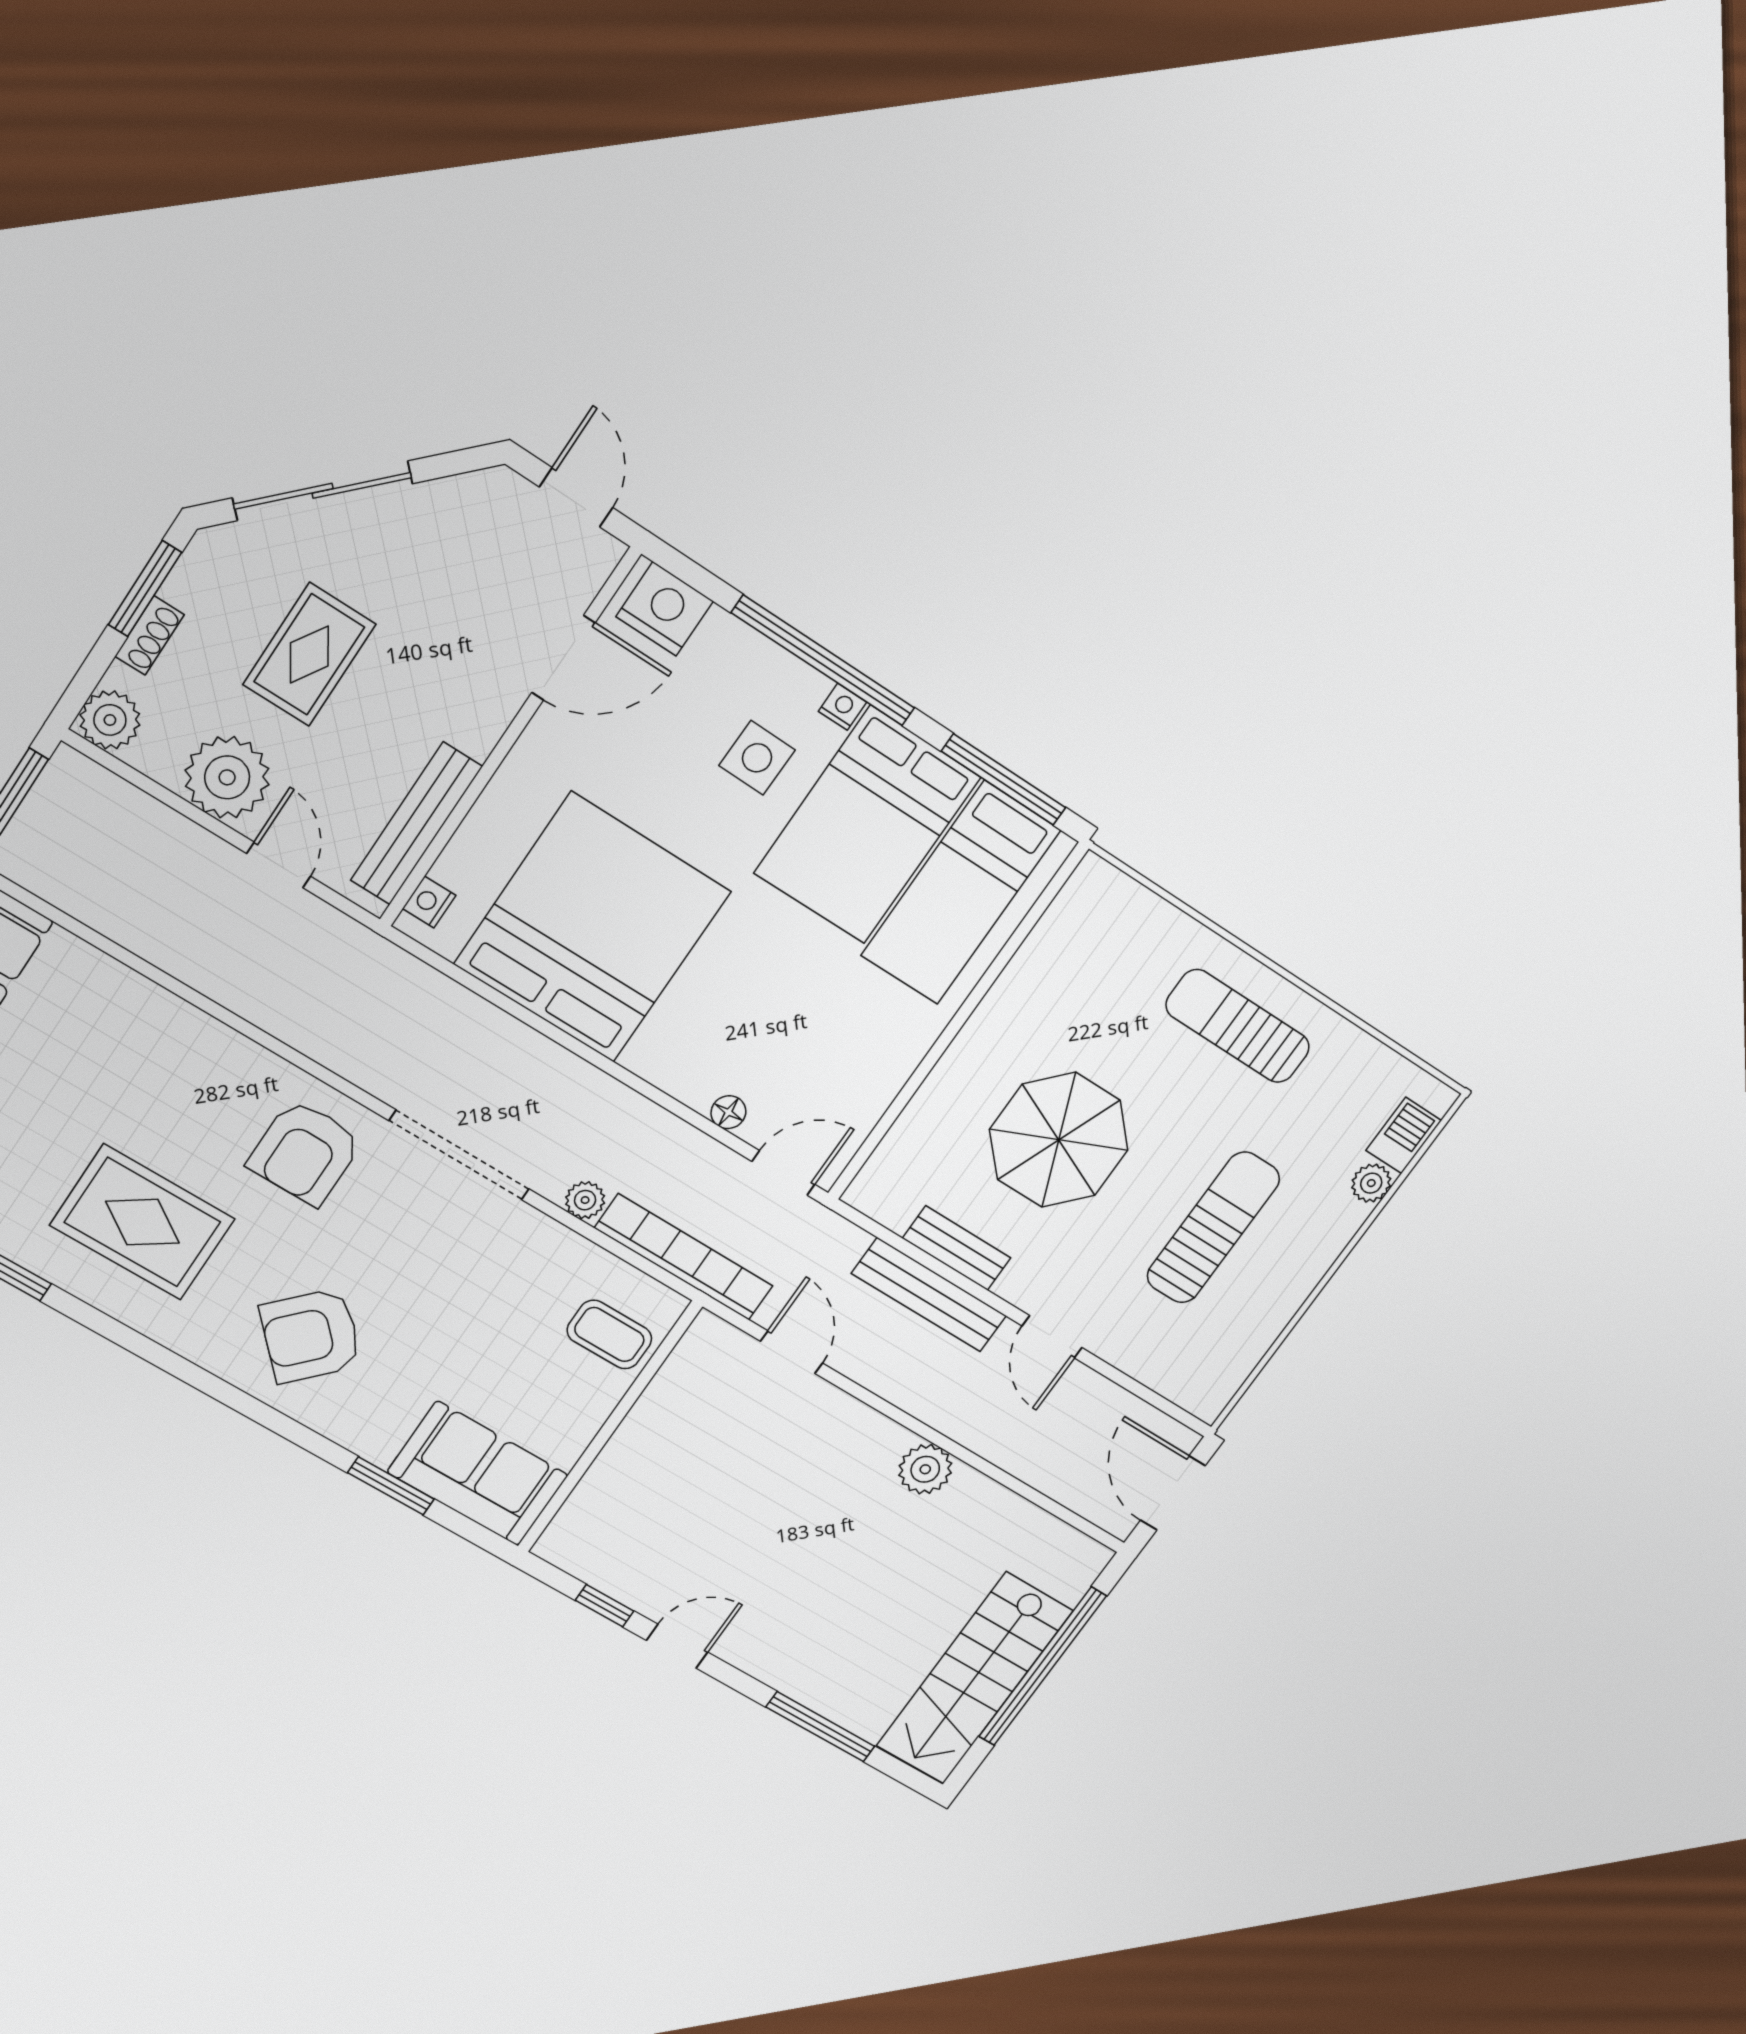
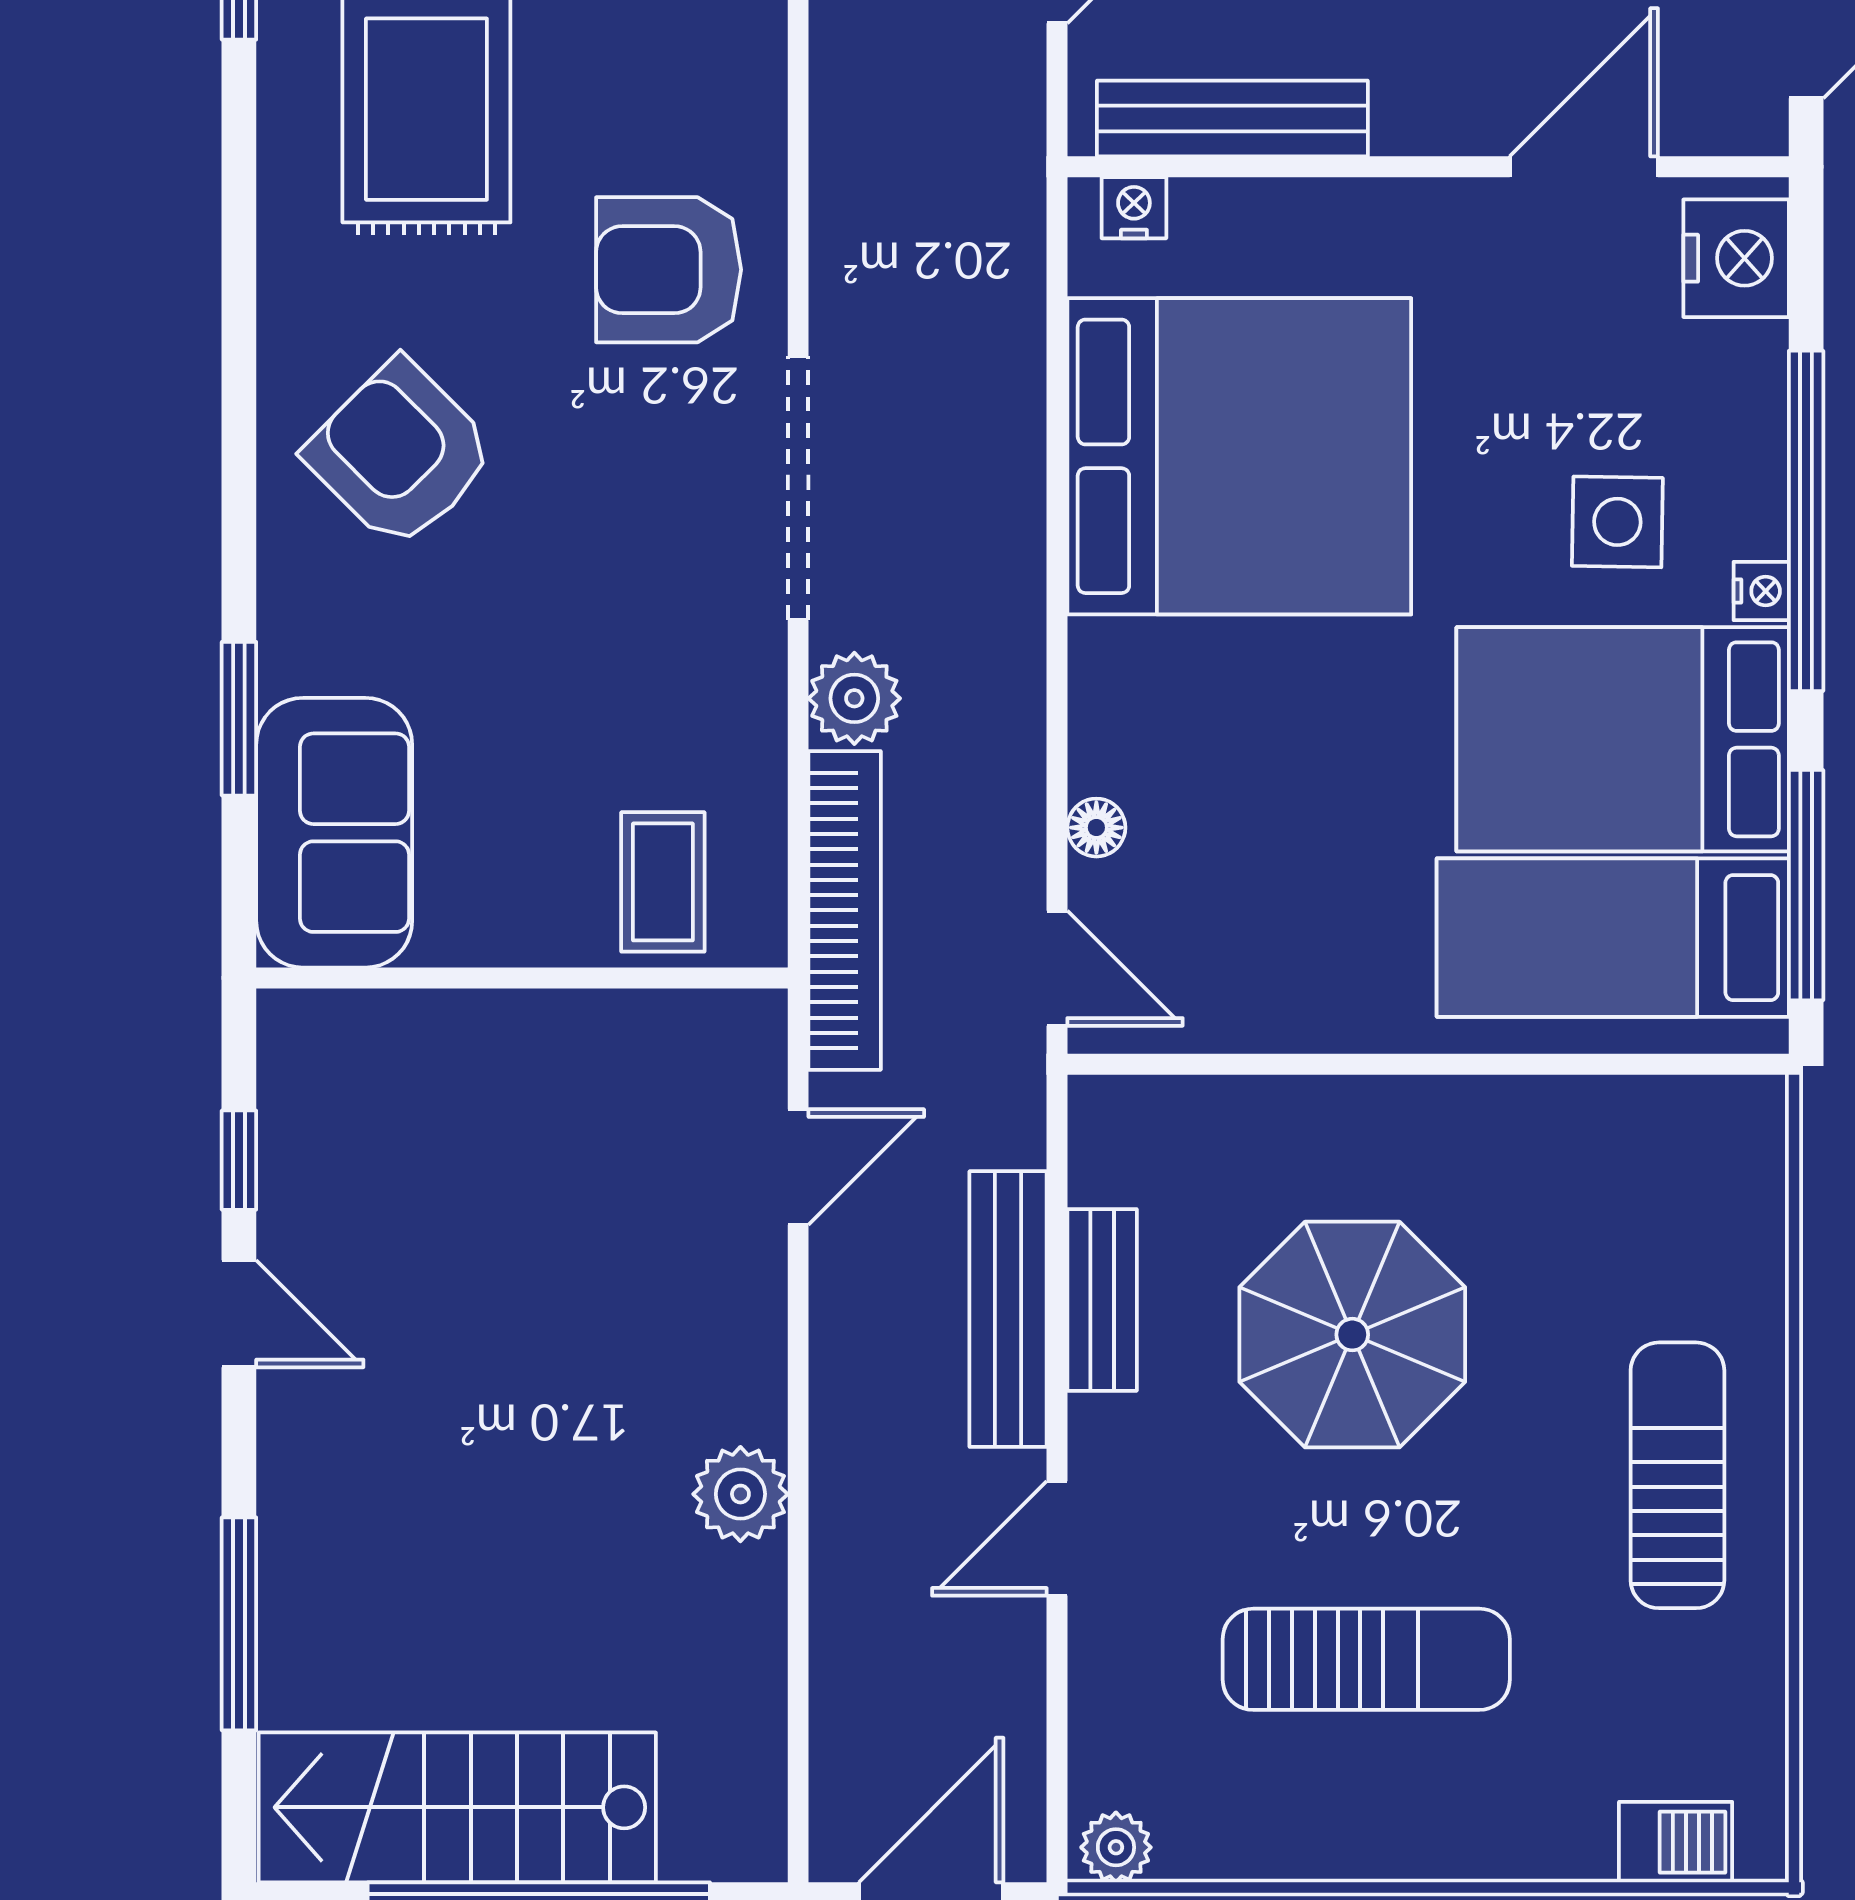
door: (563, 658) -> (1584, 167), swing flipped
plant: (1371, 1183) -> (1116, 1847), moved
plant: (585, 1200) -> (854, 698), width x1.38, depth x1.38

